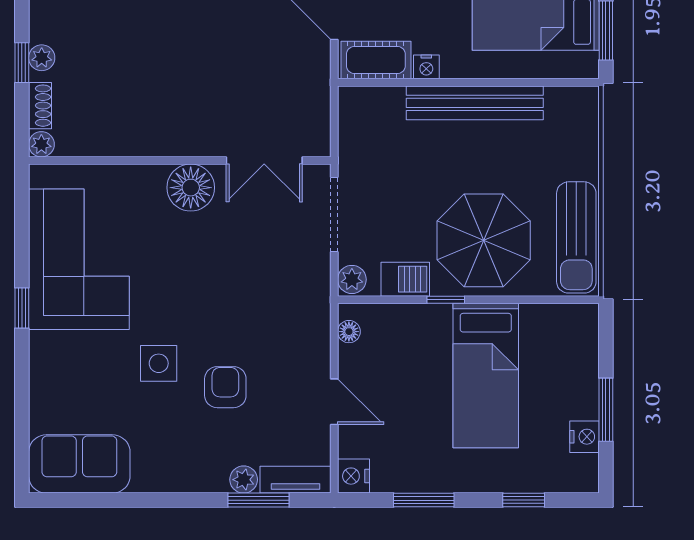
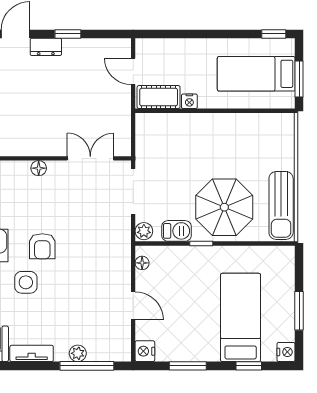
bench: (475, 103) -> (219, 123), removed
double door: (264, 160) -> (90, 158), swing flipped
floor lamp: (191, 188) -> (39, 168), width x0.53, depth x0.53
bed: (486, 376) -> (241, 317), moved, turned 180
armchair: (225, 387) -> (42, 246), moved, turned 180
nightstand: (585, 437) -> (286, 352), moved
tv unit: (295, 480) -> (32, 353), moved
window: (258, 500) -> (87, 366), width x1.44

